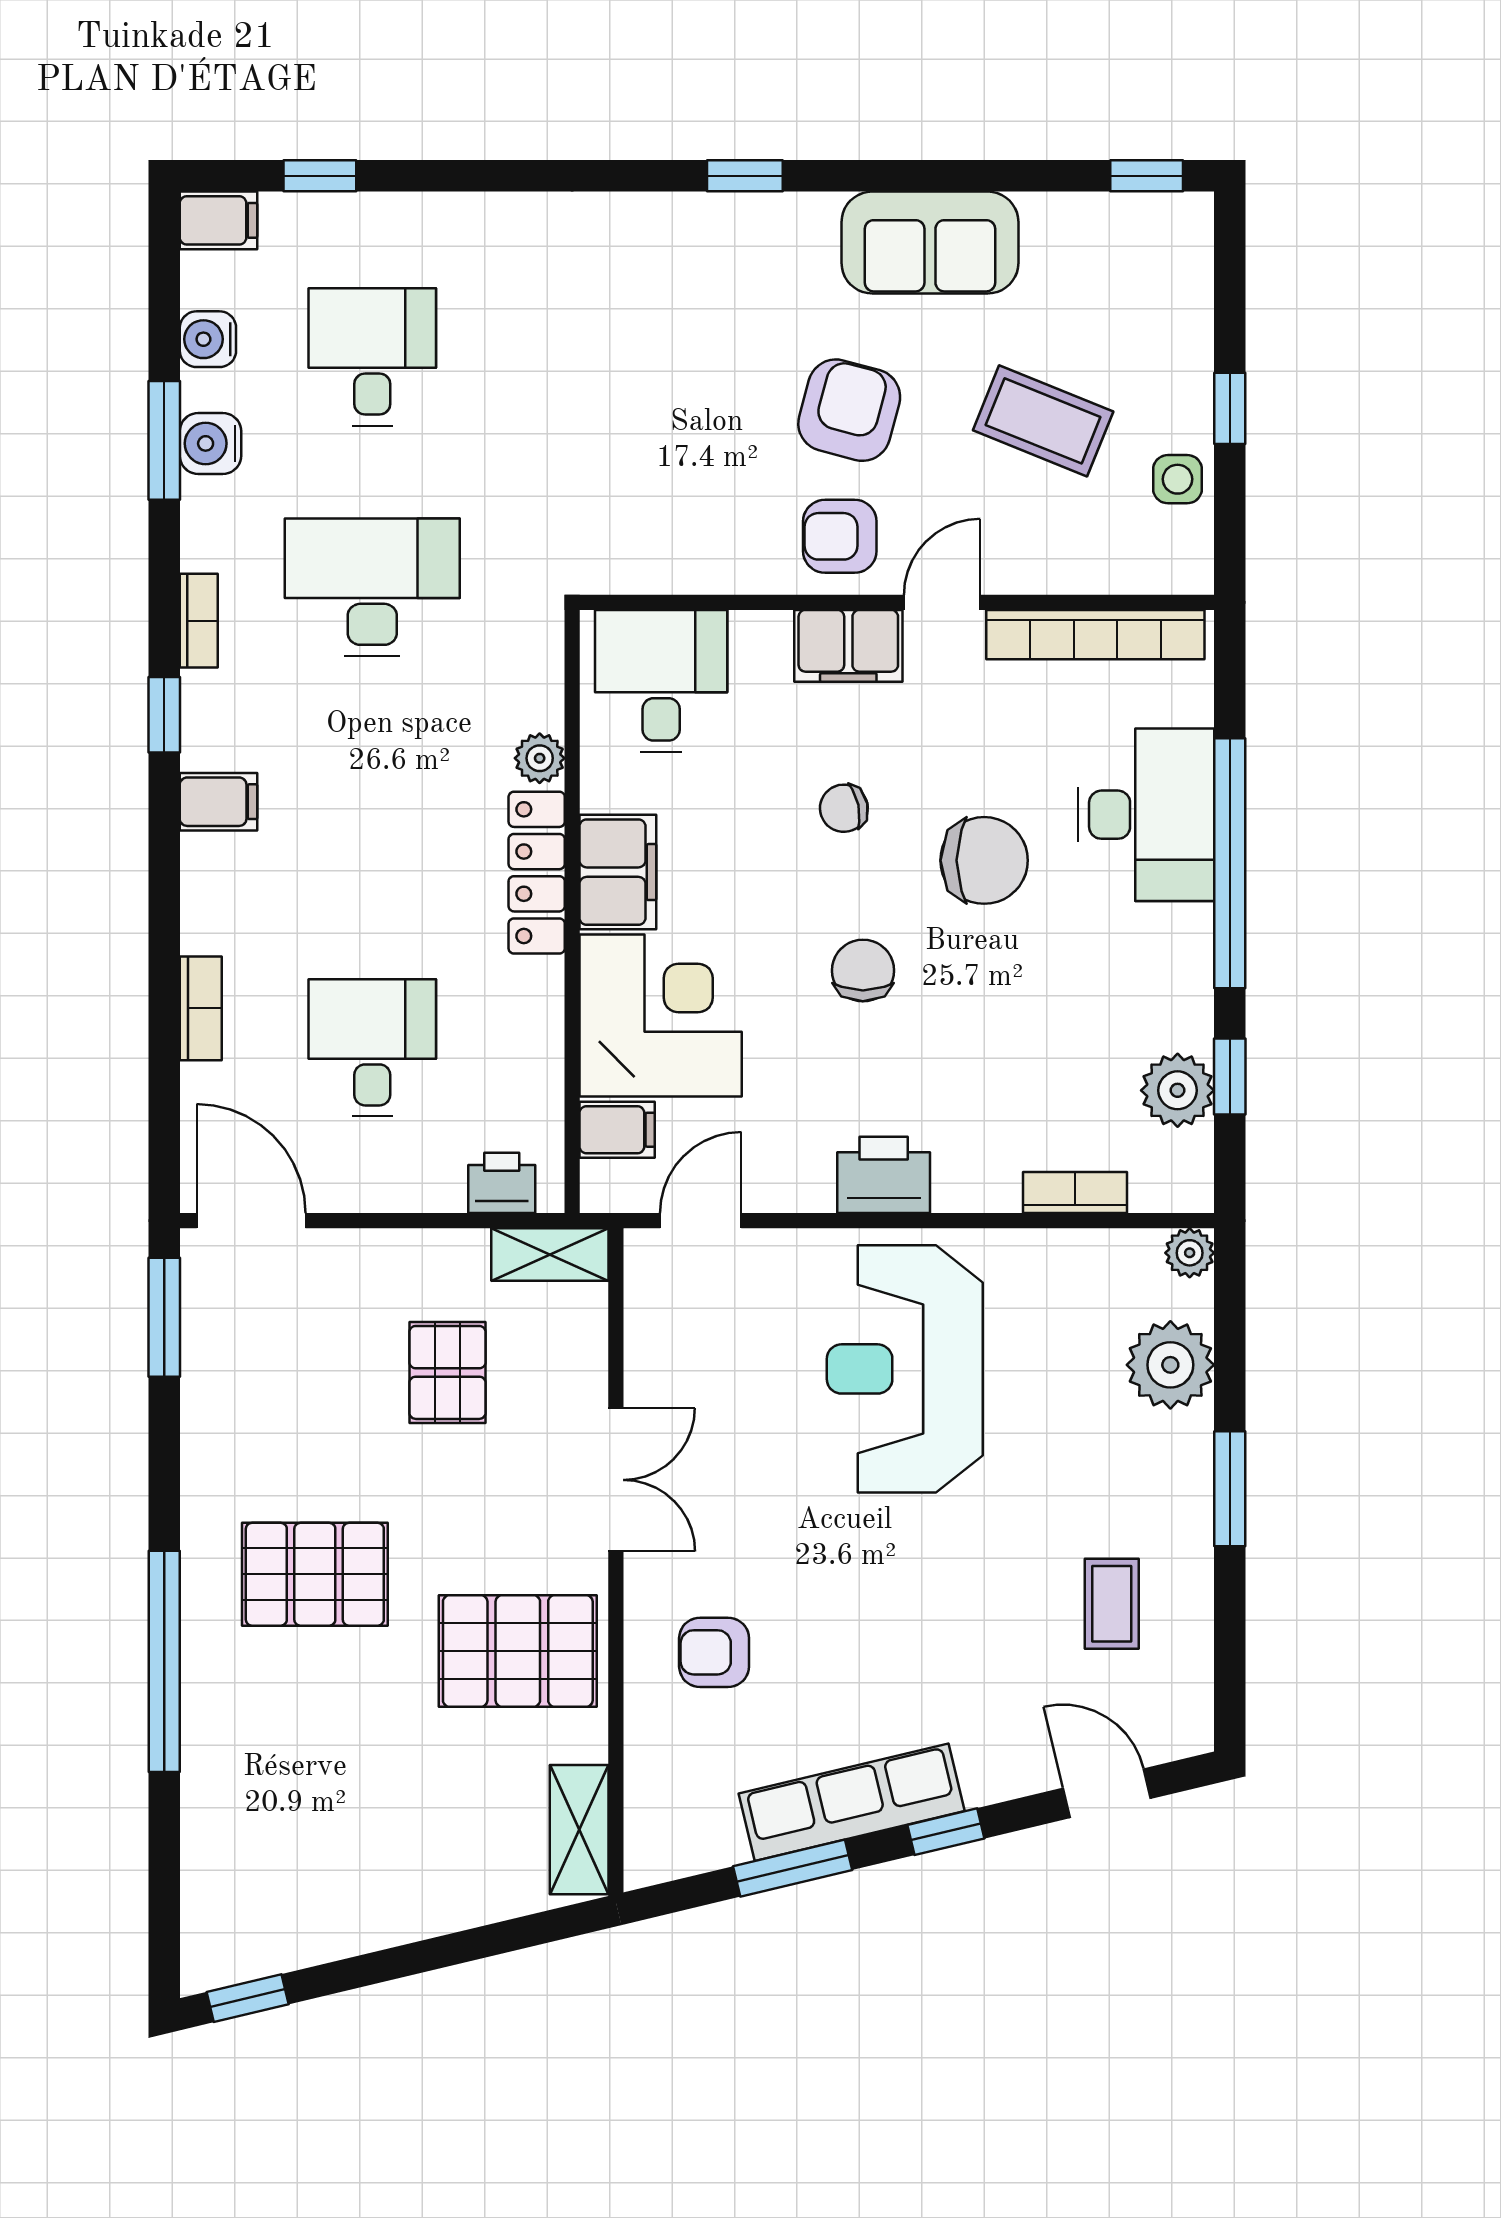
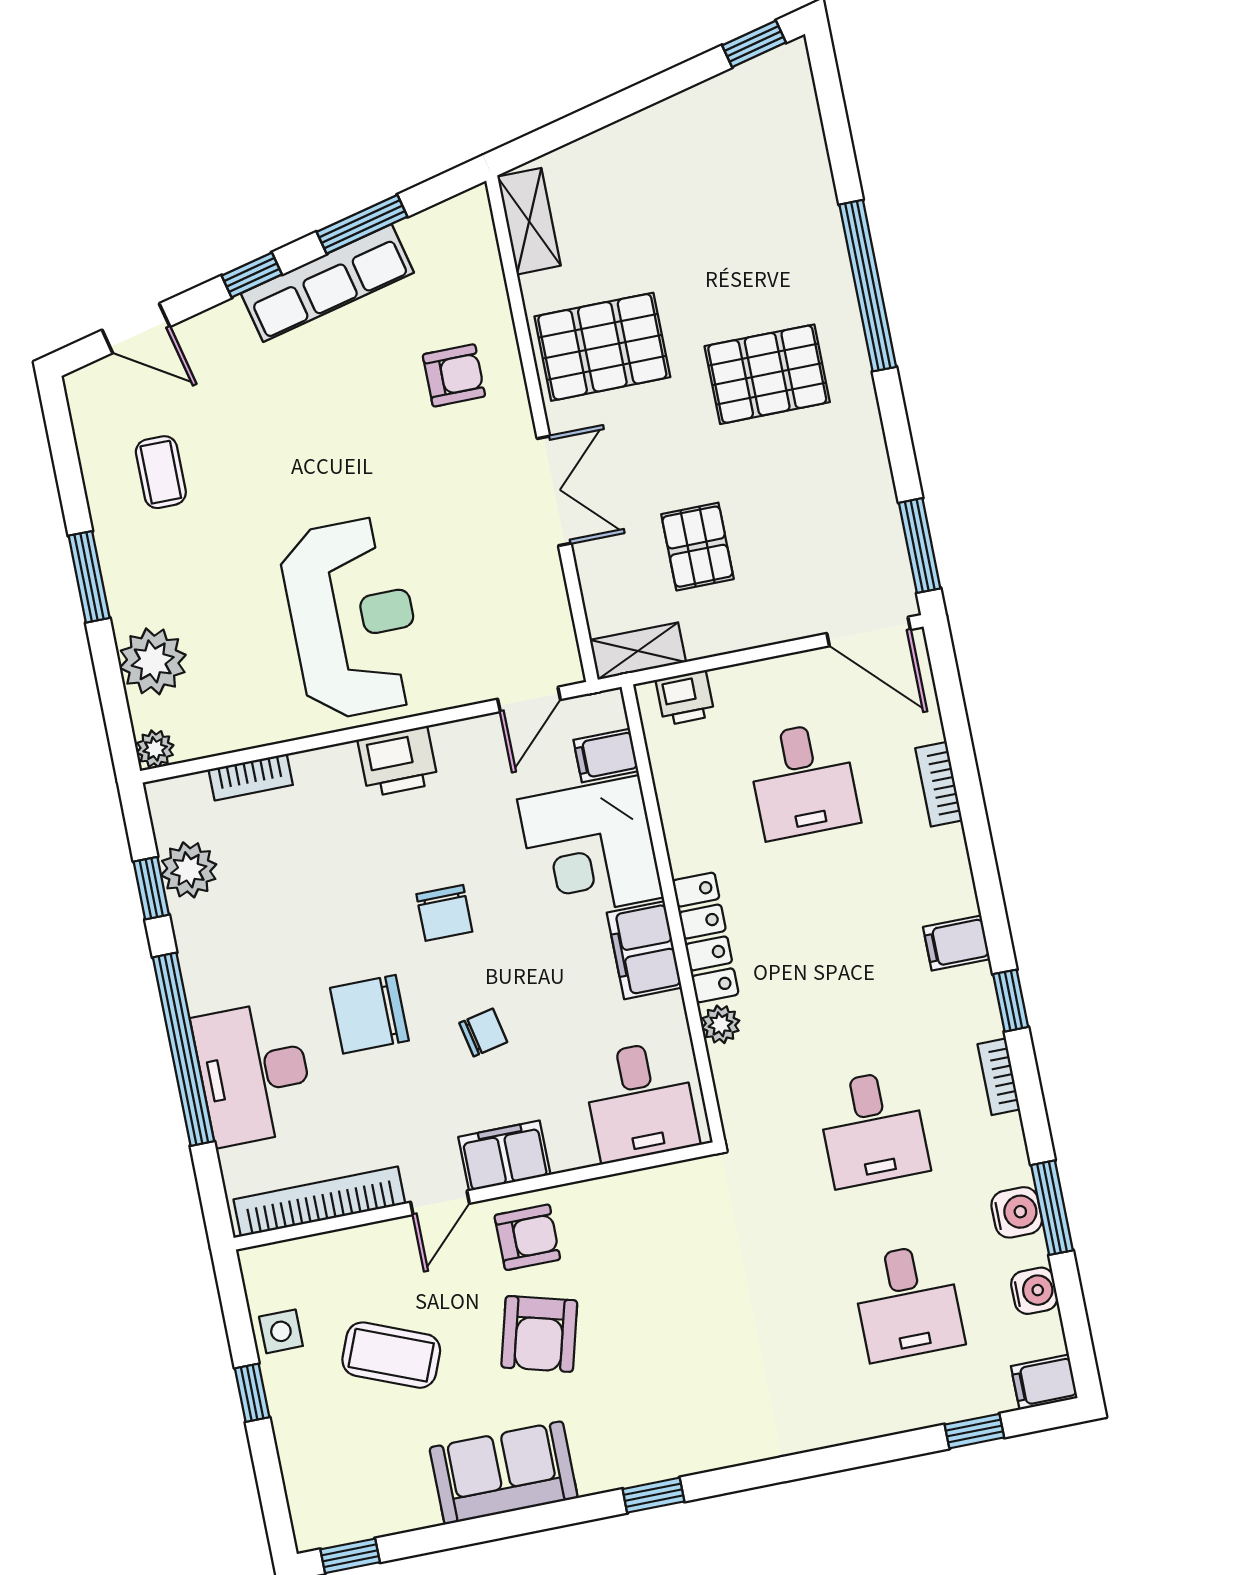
desk: (372, 587) -> (873, 1128), width x0.73
double door: (616, 1480) -> (554, 491), swing flipped

